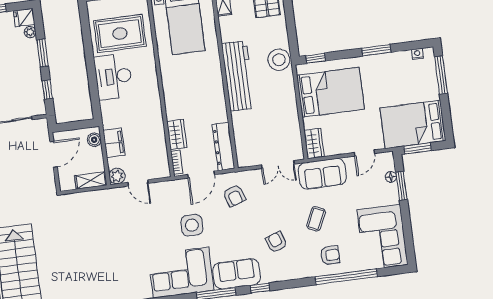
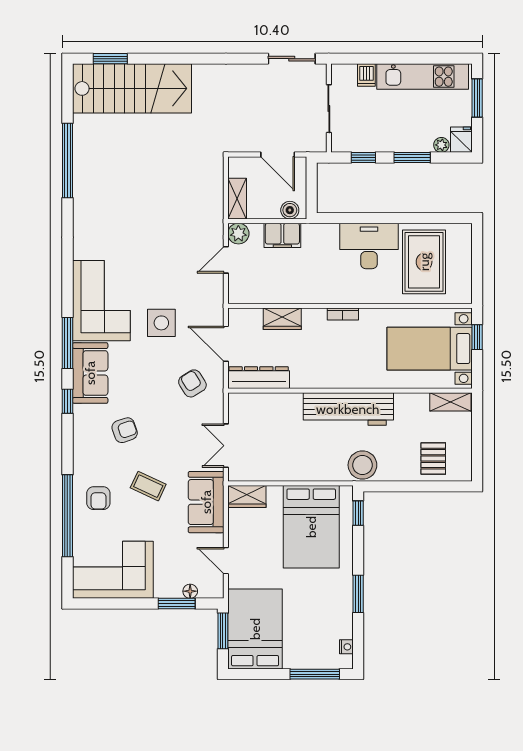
bookcase: (177, 162) -> (343, 314), moved
armchair: (234, 196) -> (192, 383), turned 76

